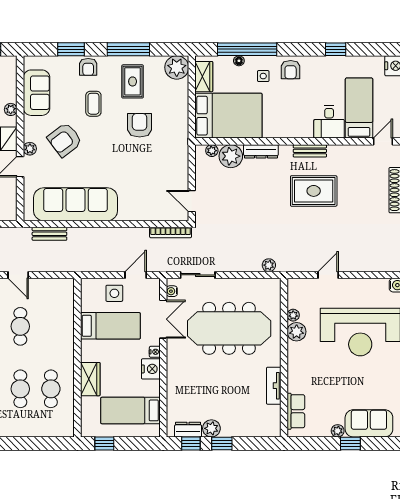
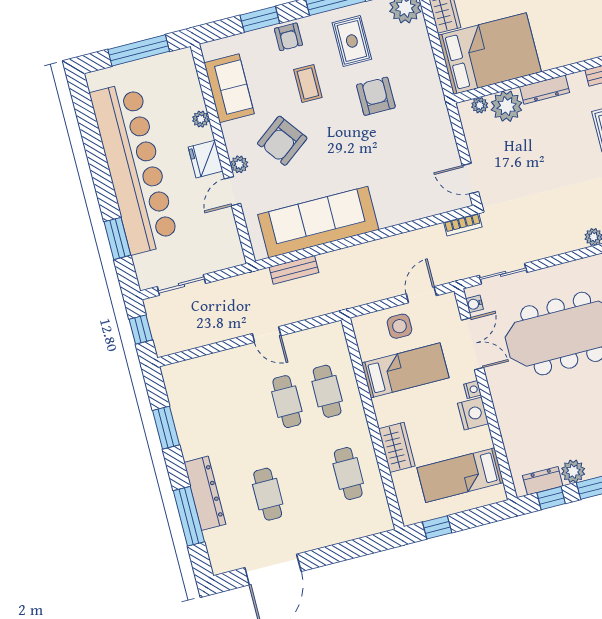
bookcase: (171, 233) -> (463, 225), width x0.64
cafe table: (20, 389) -> (327, 391), moved

